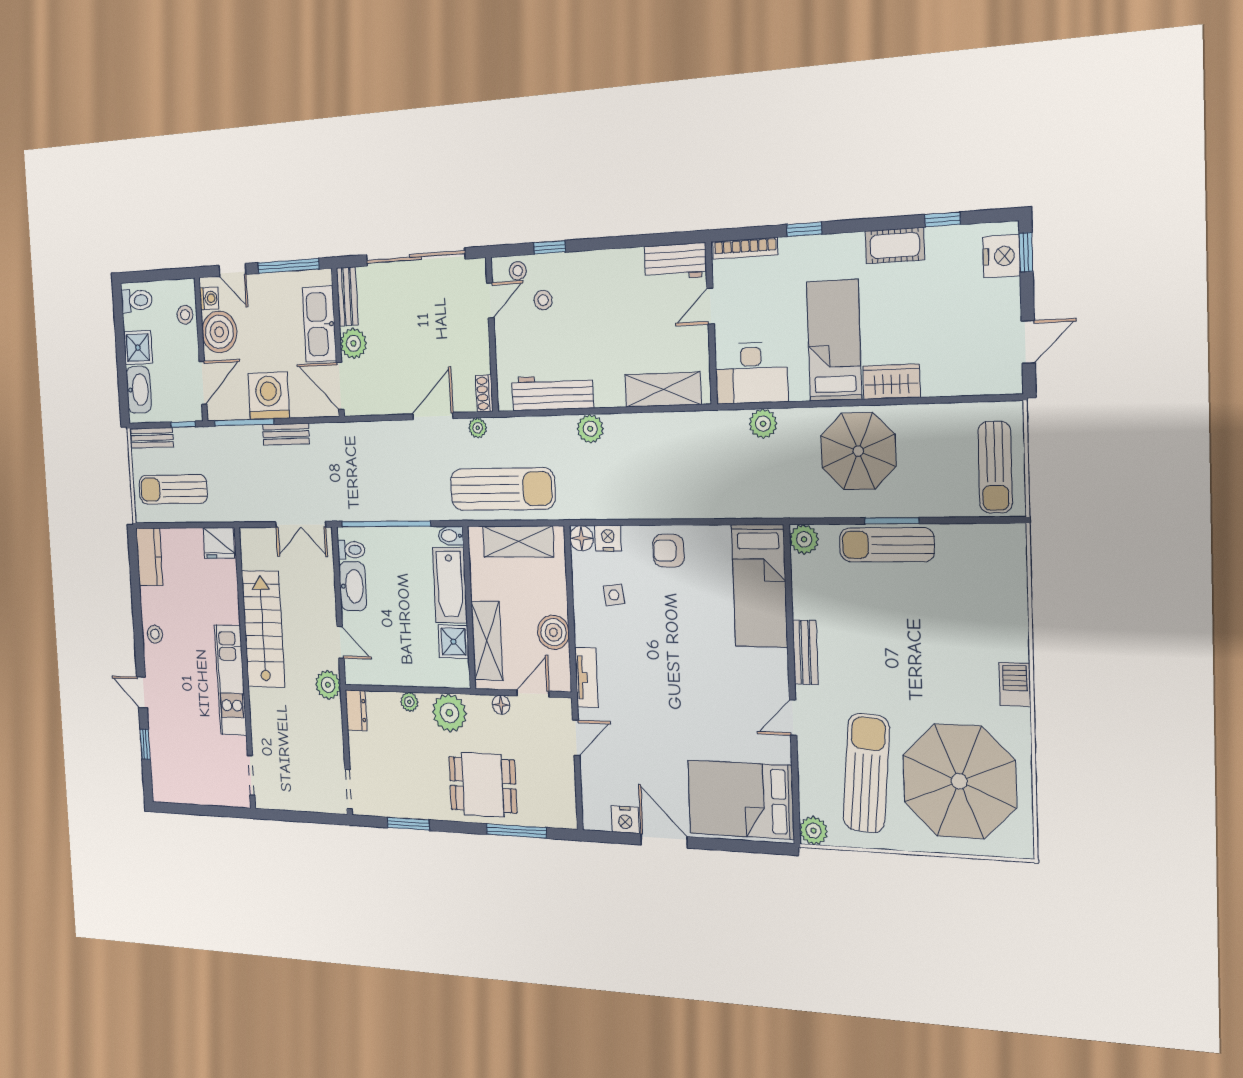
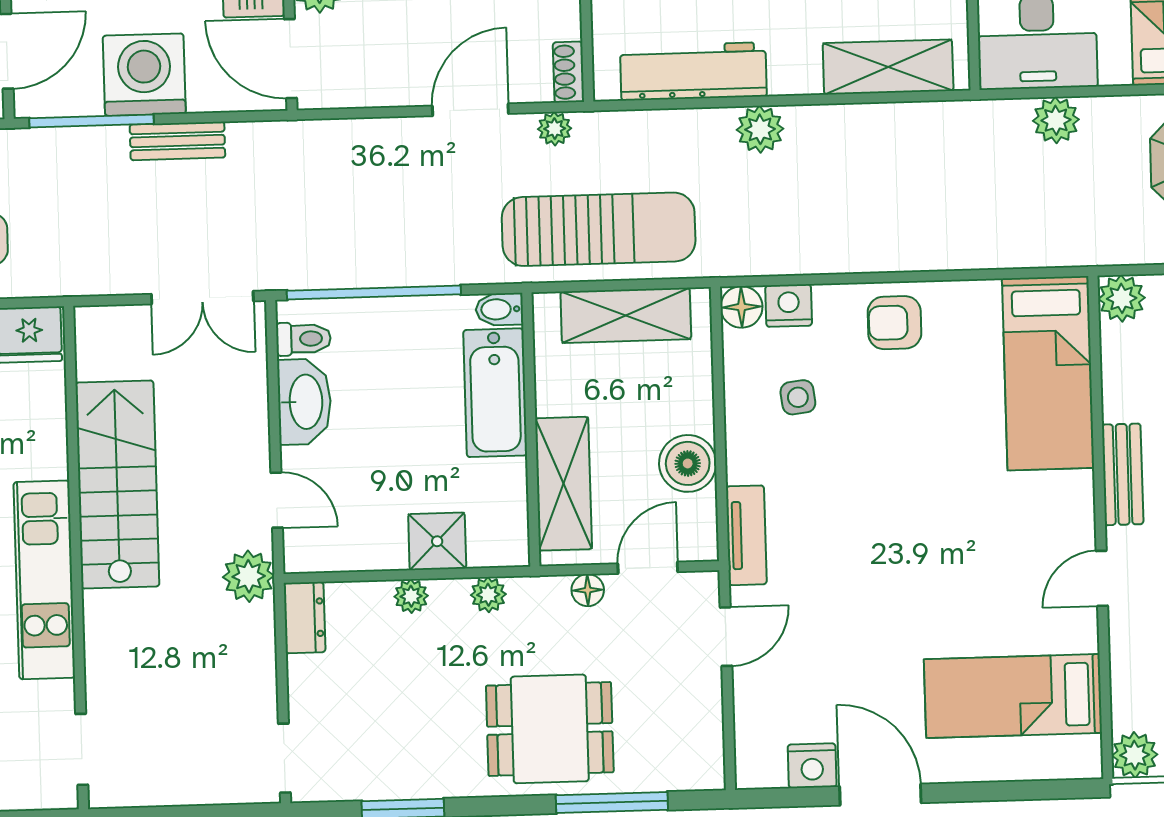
shower: (454, 642) -> (437, 541), moved
plant: (449, 713) -> (488, 595), width x0.53, depth x0.53
bed: (741, 800) -> (1013, 696), width x0.67

